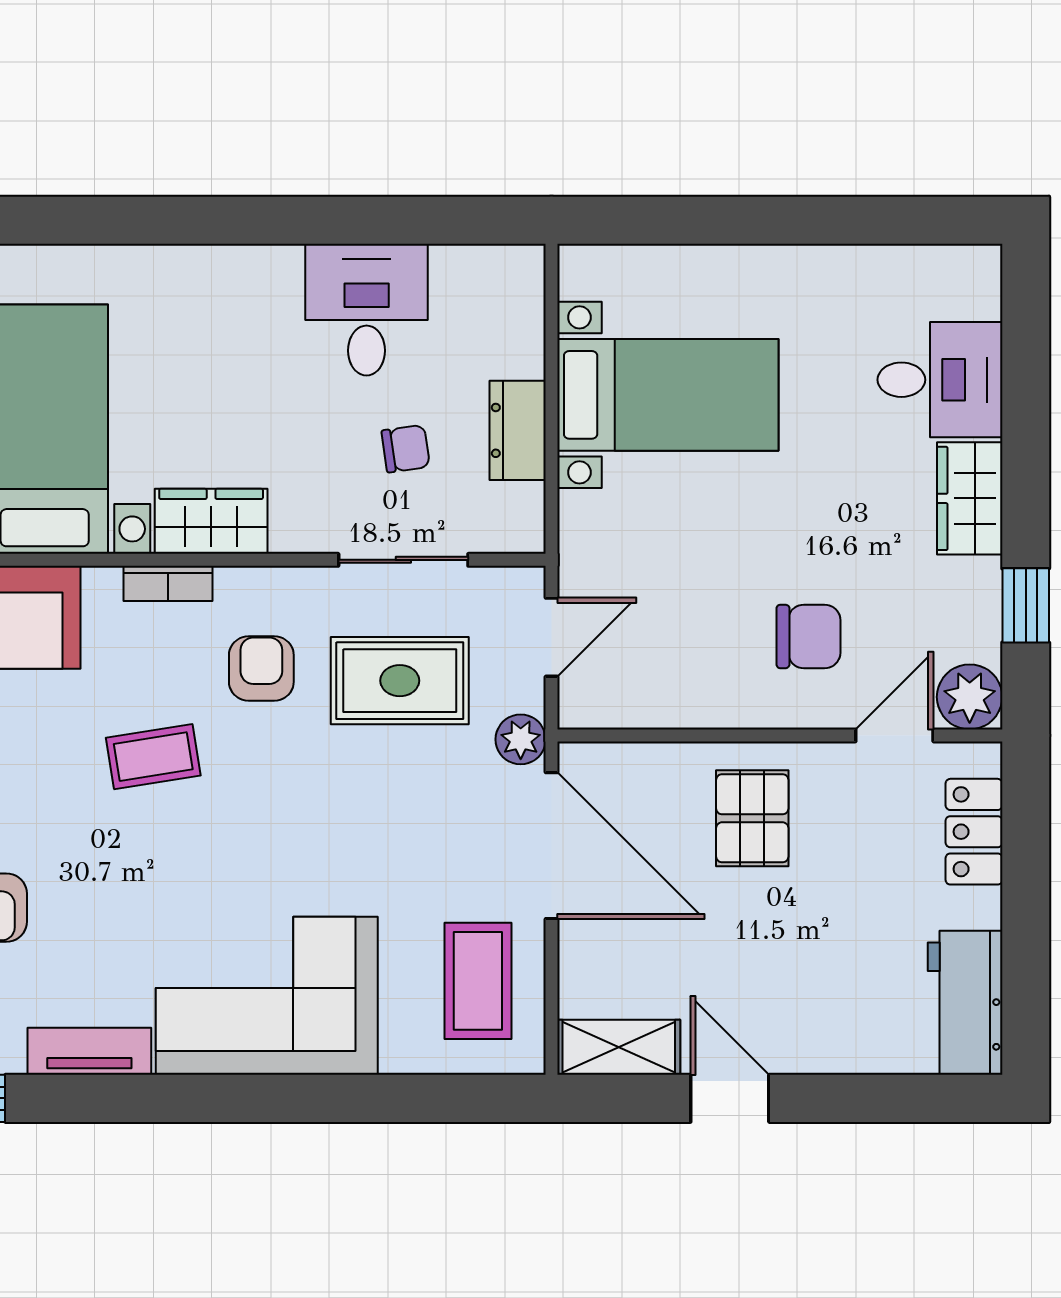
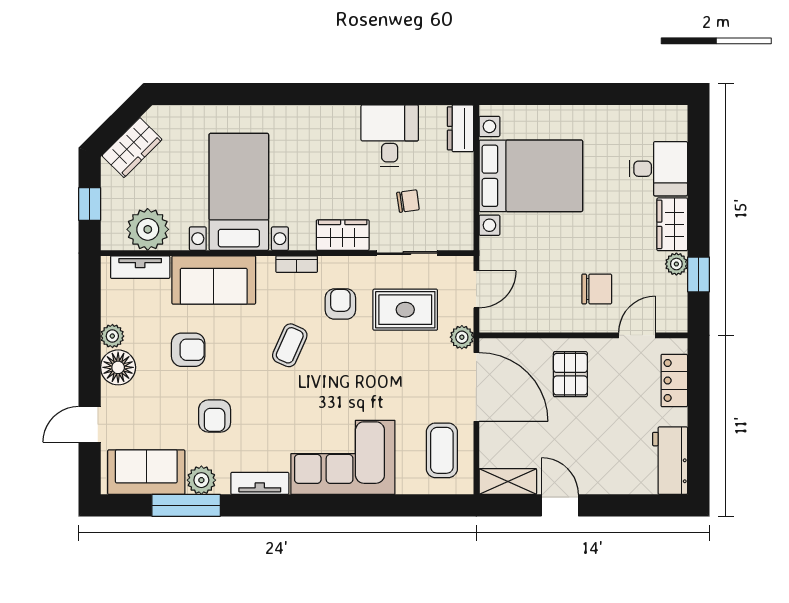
bed with nightstands: (668, 395) -> (531, 176), width x1.36
dresser: (518, 430) -> (460, 128), moved
wardrobe: (211, 521) -> (343, 235), moved
plant: (970, 697) -> (676, 264), moved, width x0.73, depth x0.73
coffee table: (153, 757) -> (290, 345), turned -57

